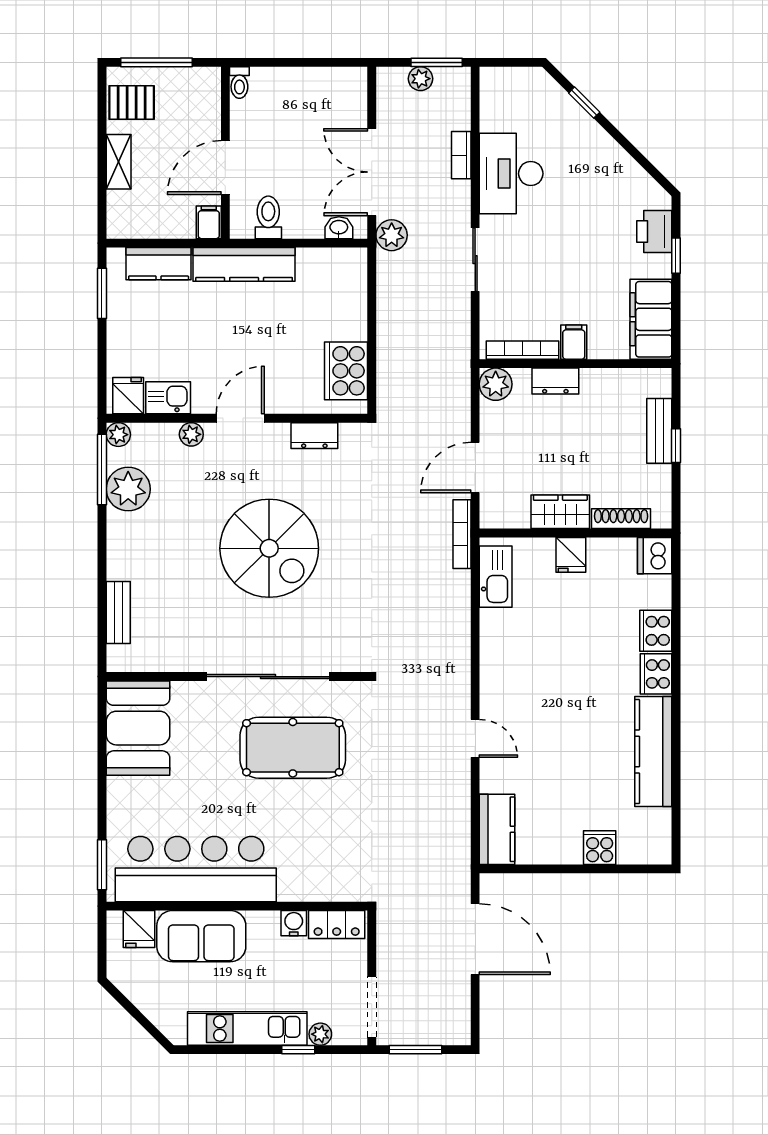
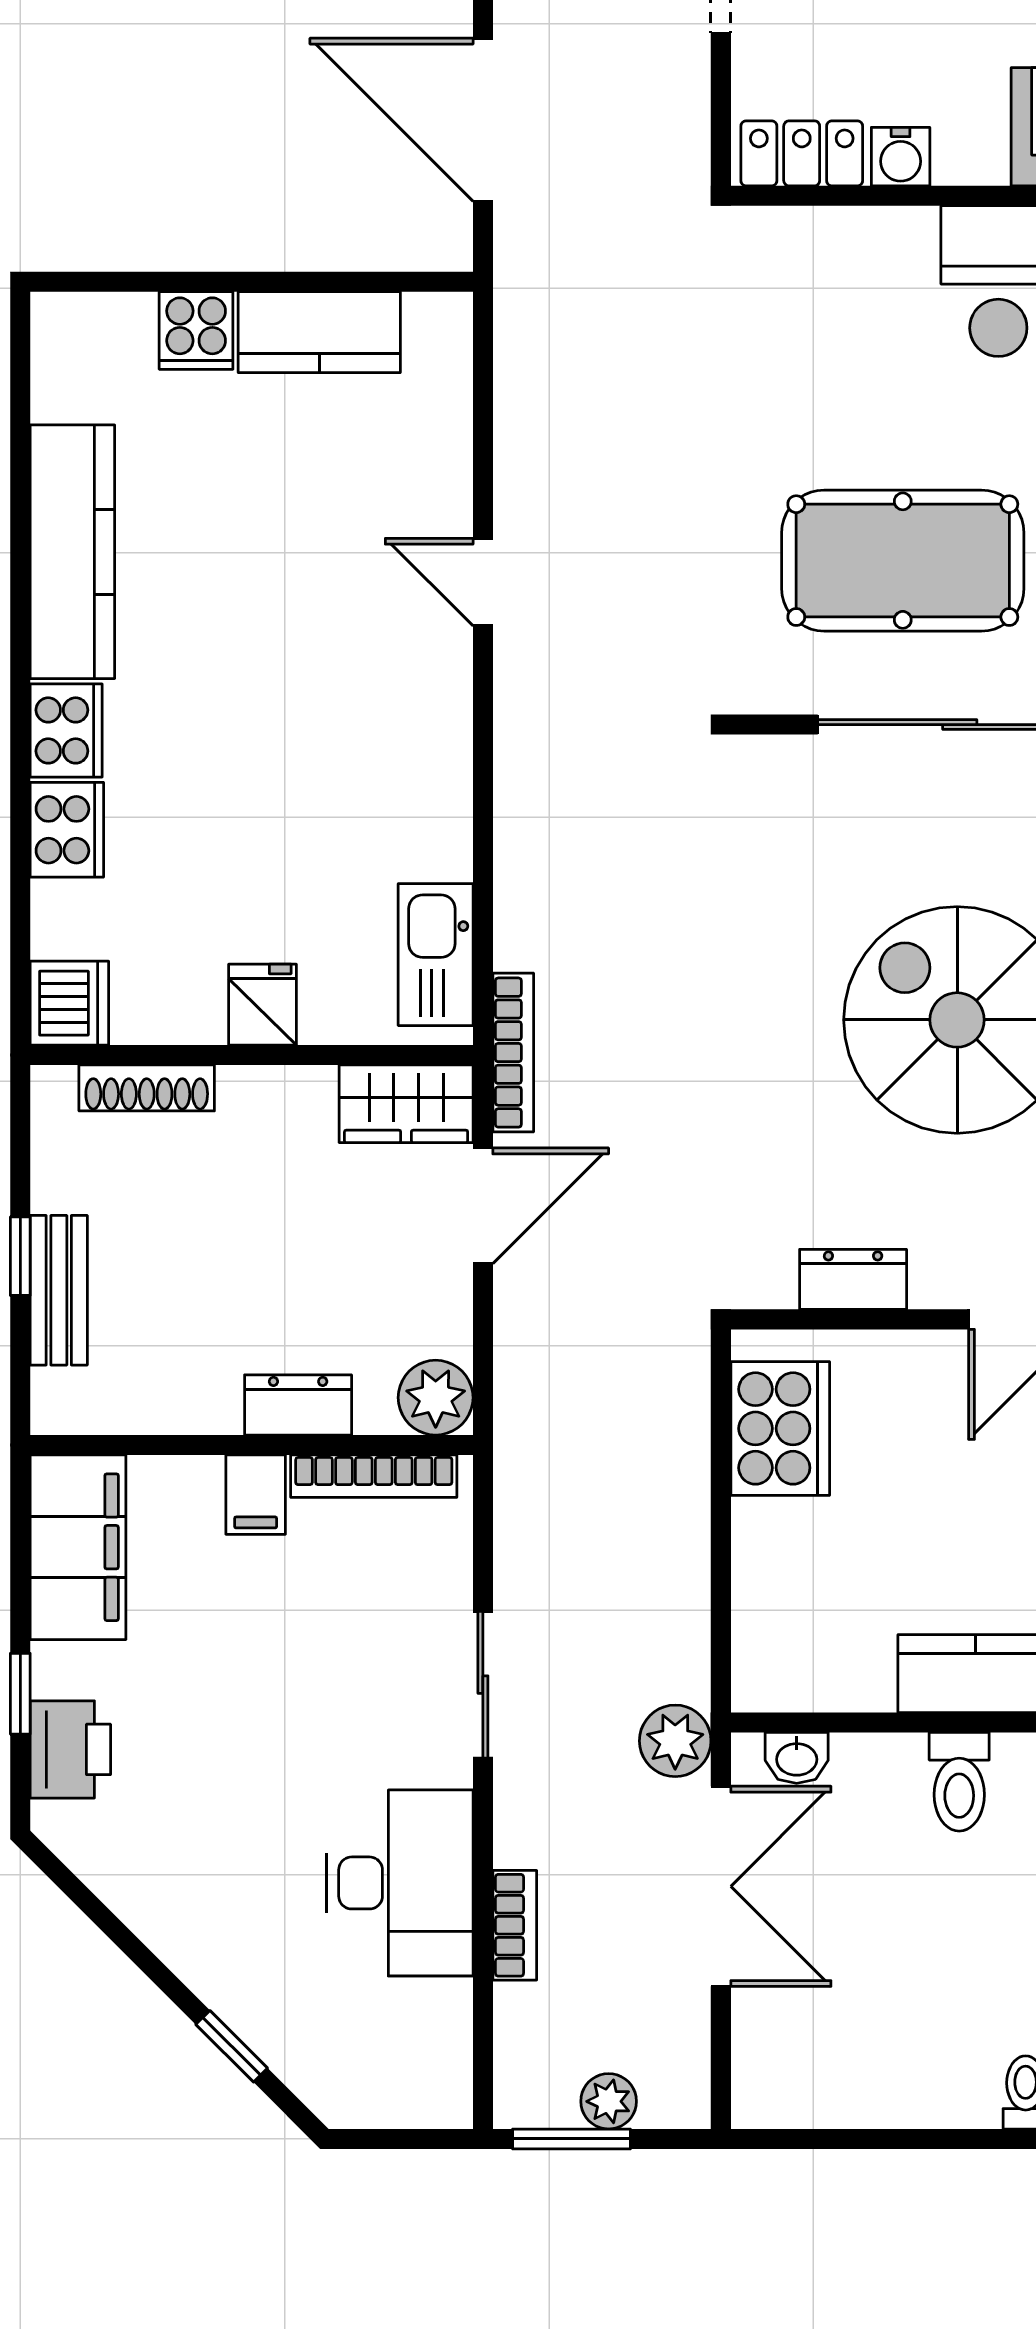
wardrobe: (560, 512) -> (406, 1104), moved
kitchen counter: (497, 829) -> (319, 332), moved, turned -90

